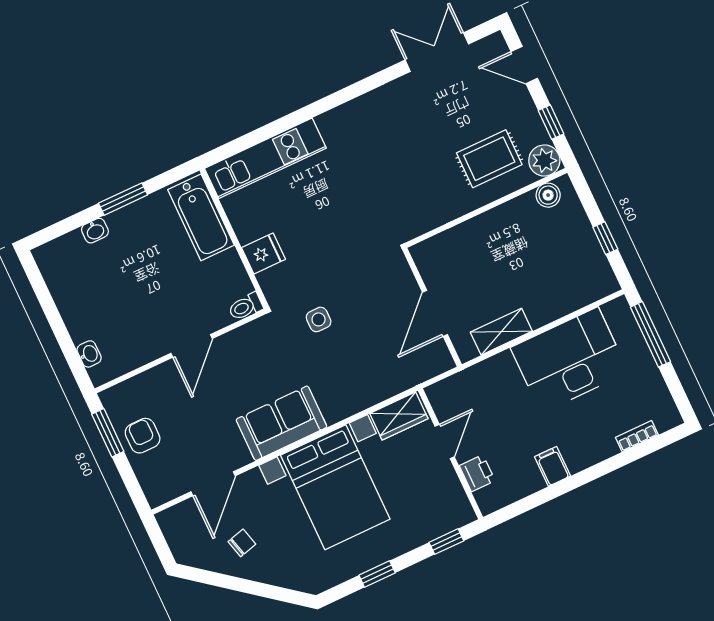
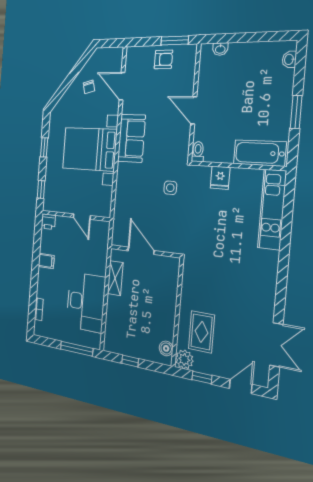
washbasin: (95, 231) -> (289, 59), moved
wardrobe: (399, 416) -> (104, 201), removed
printer: (477, 473) -> (48, 222), moved

